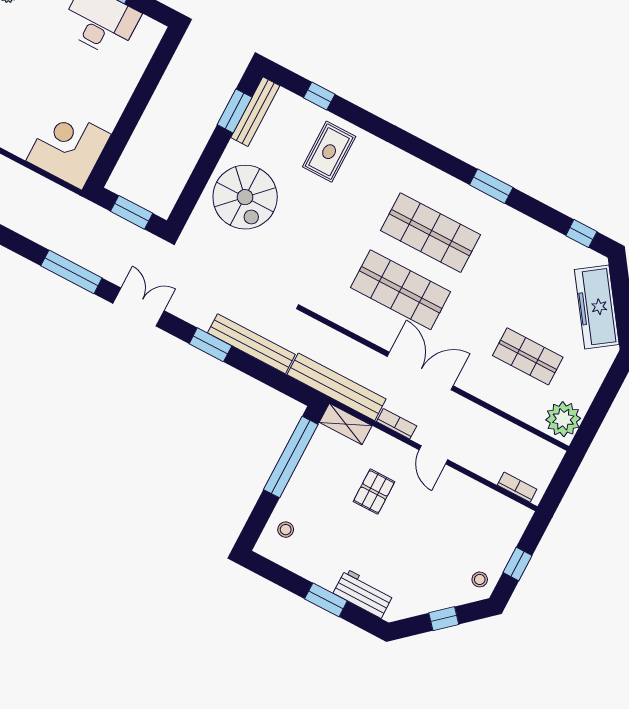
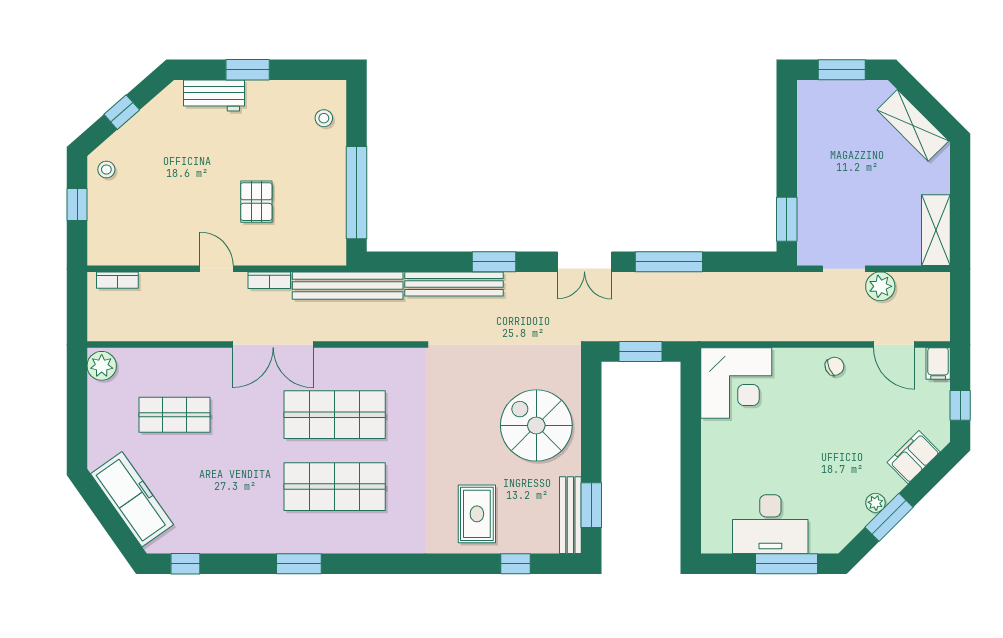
plant: (563, 419) -> (102, 366), width x0.73, depth x0.73
shelving: (346, 424) -> (319, 254), removed

